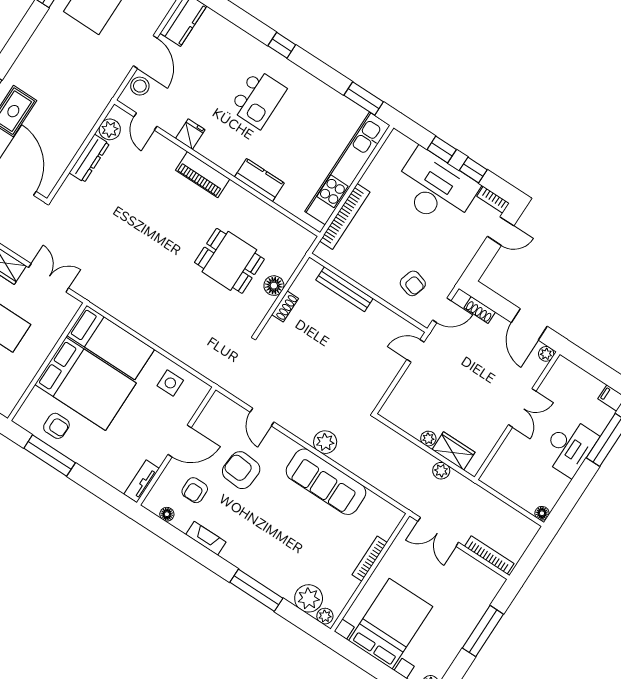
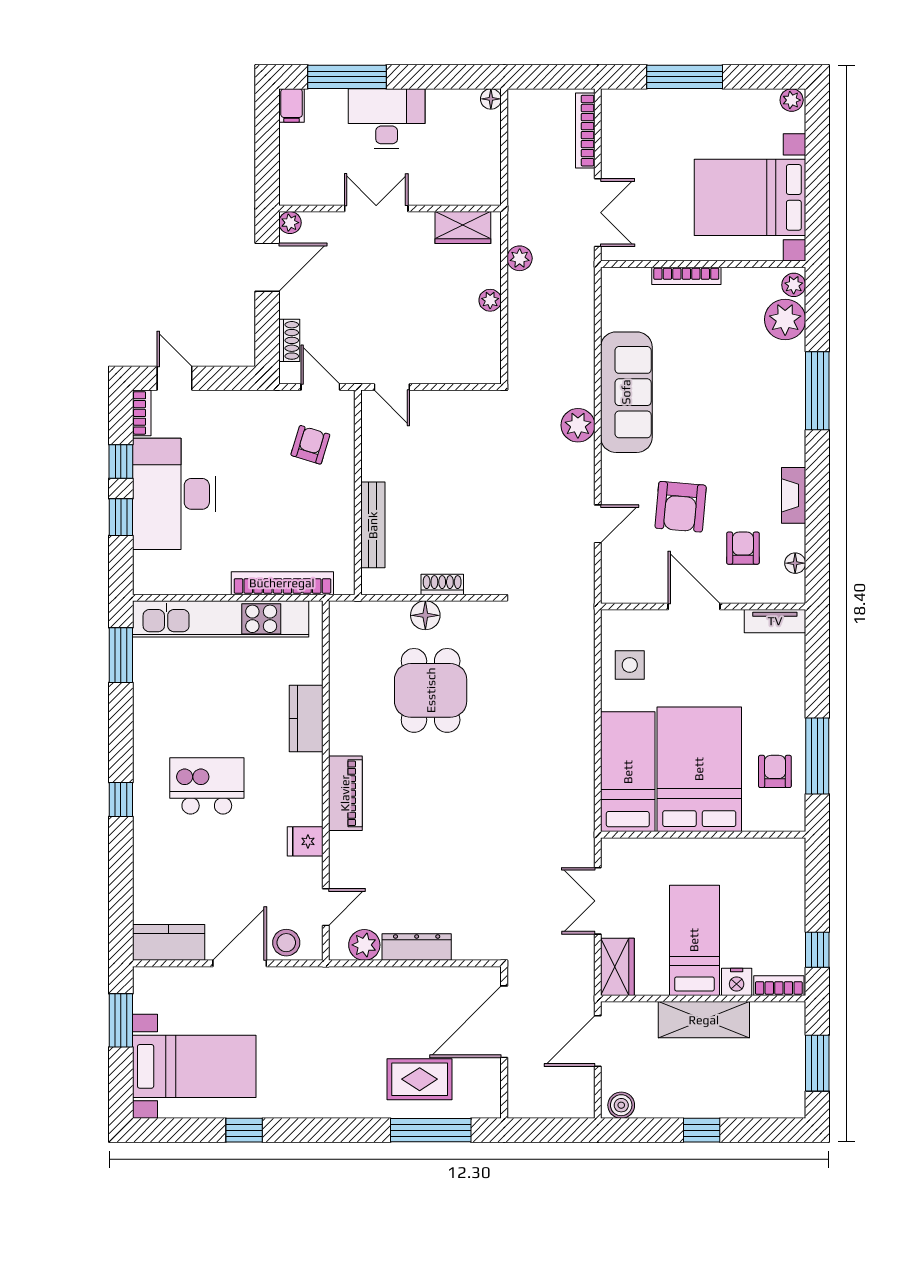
wardrobe: (453, 451) -> (463, 228), moved, turned -90
armchair: (195, 490) -> (743, 548), turned -90

